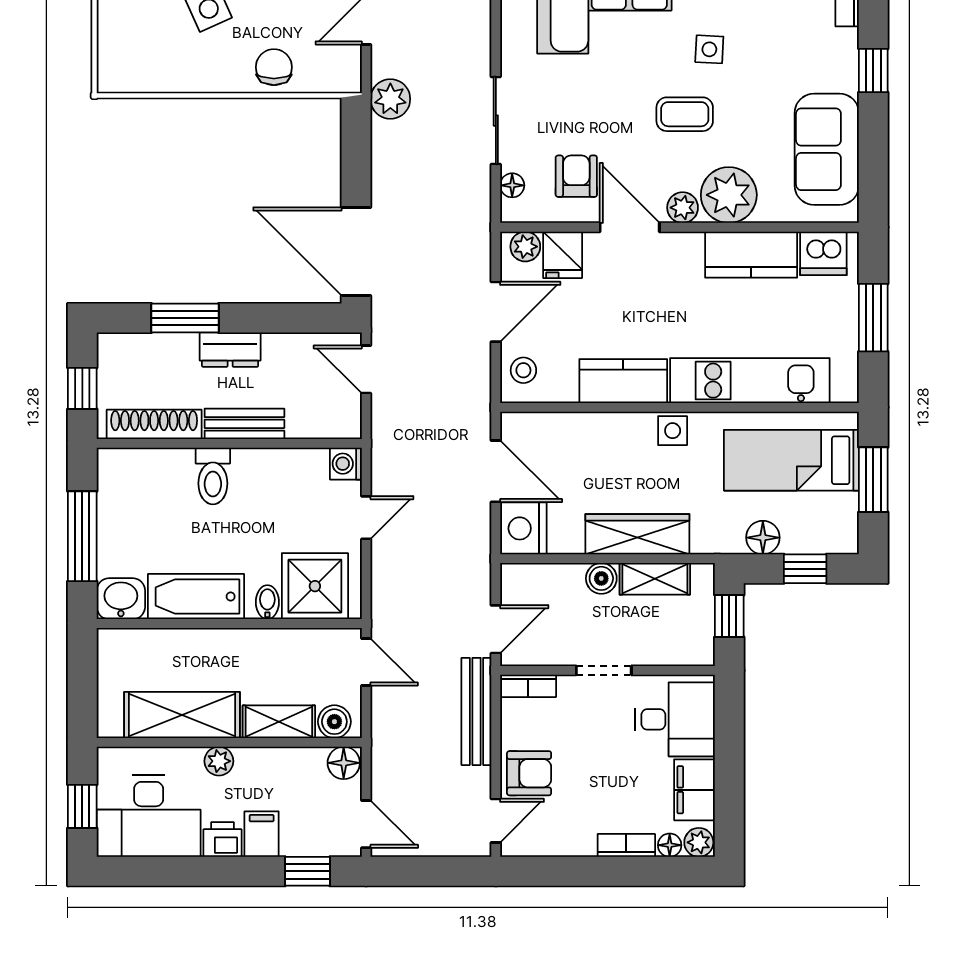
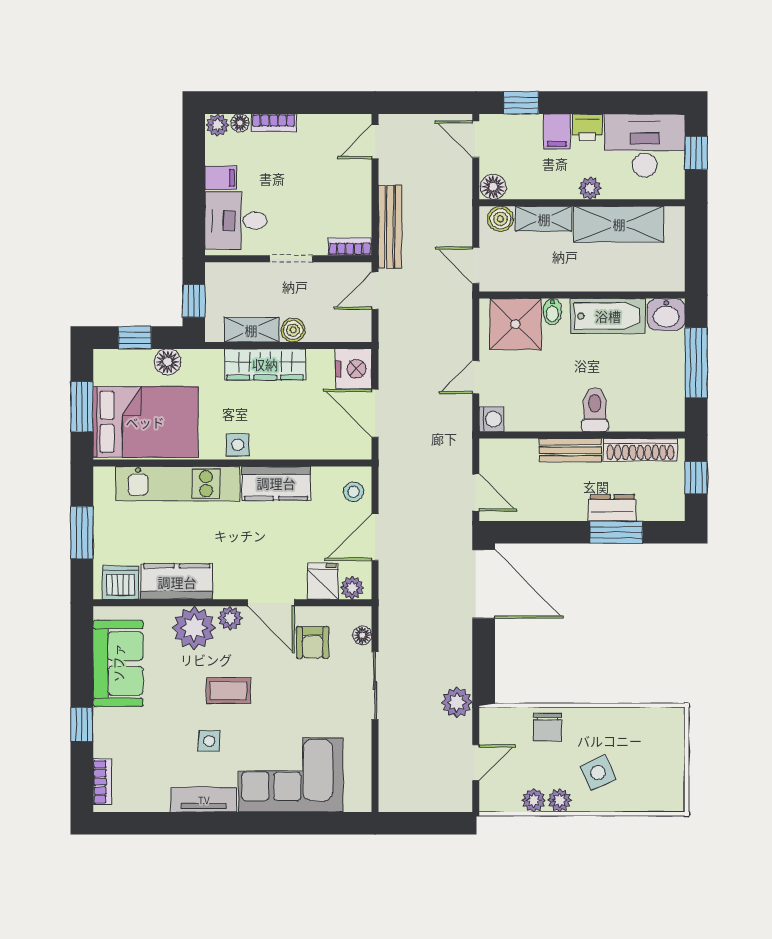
dresser: (230, 350) -> (612, 508), moved
bed: (791, 460) -> (145, 422), width x1.50
armchair: (529, 773) -> (349, 179), removed
filing cabinet: (694, 790) -> (221, 178), width x0.50

